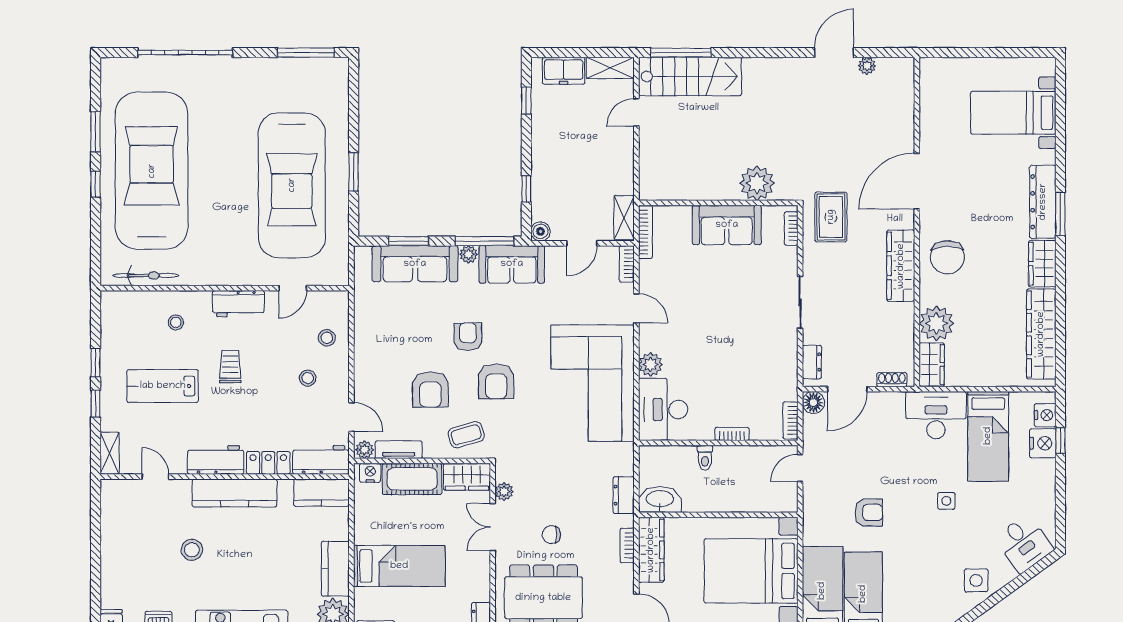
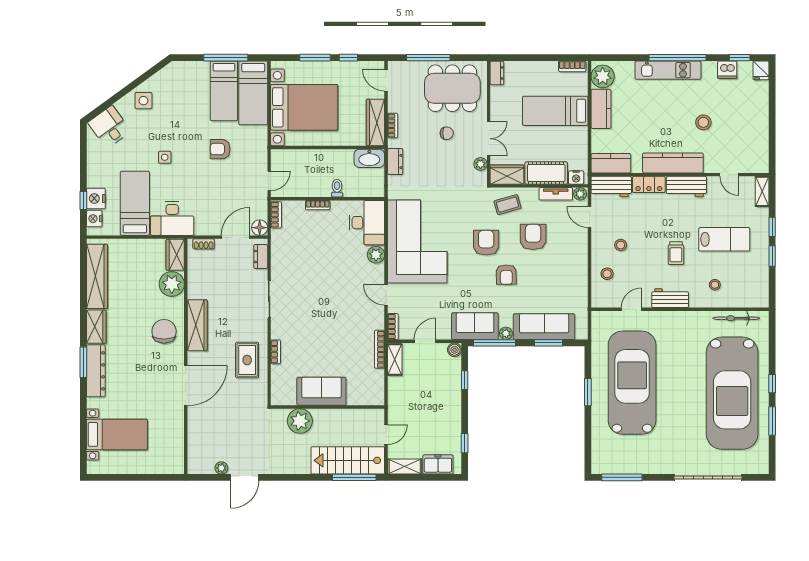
plant: (757, 183) -> (300, 421), moved
wall: (718, 203) -> (328, 407), moved
sofa: (727, 225) -> (321, 391), moved

